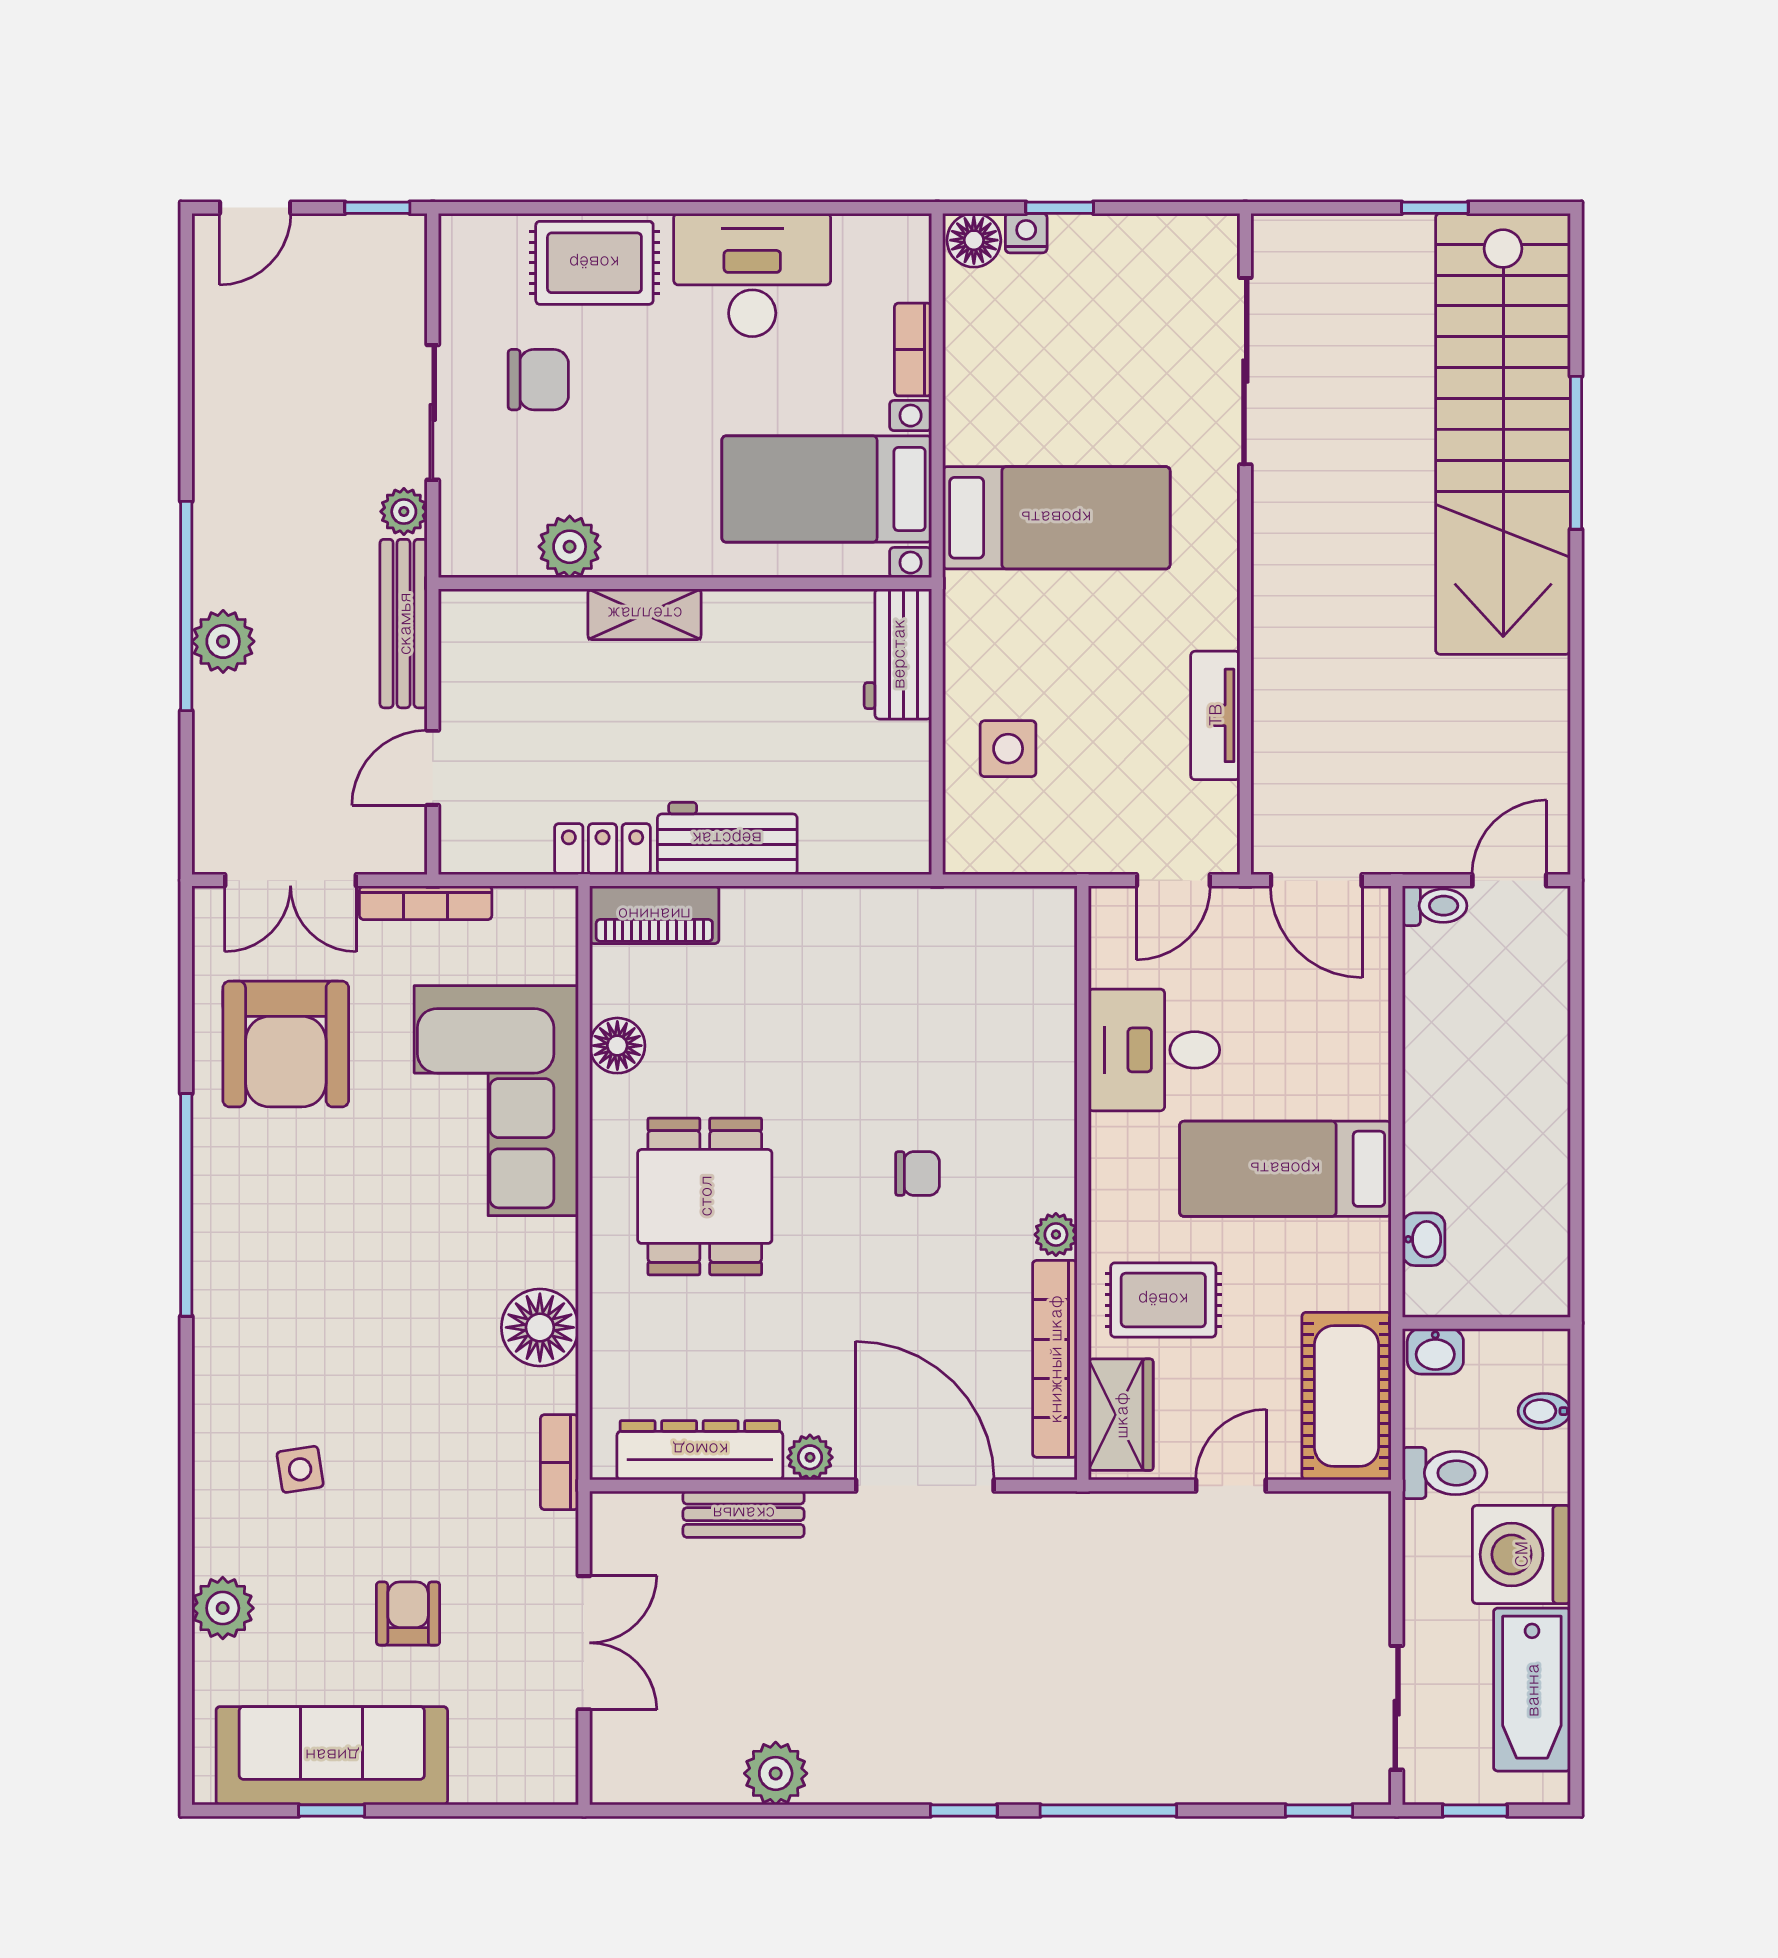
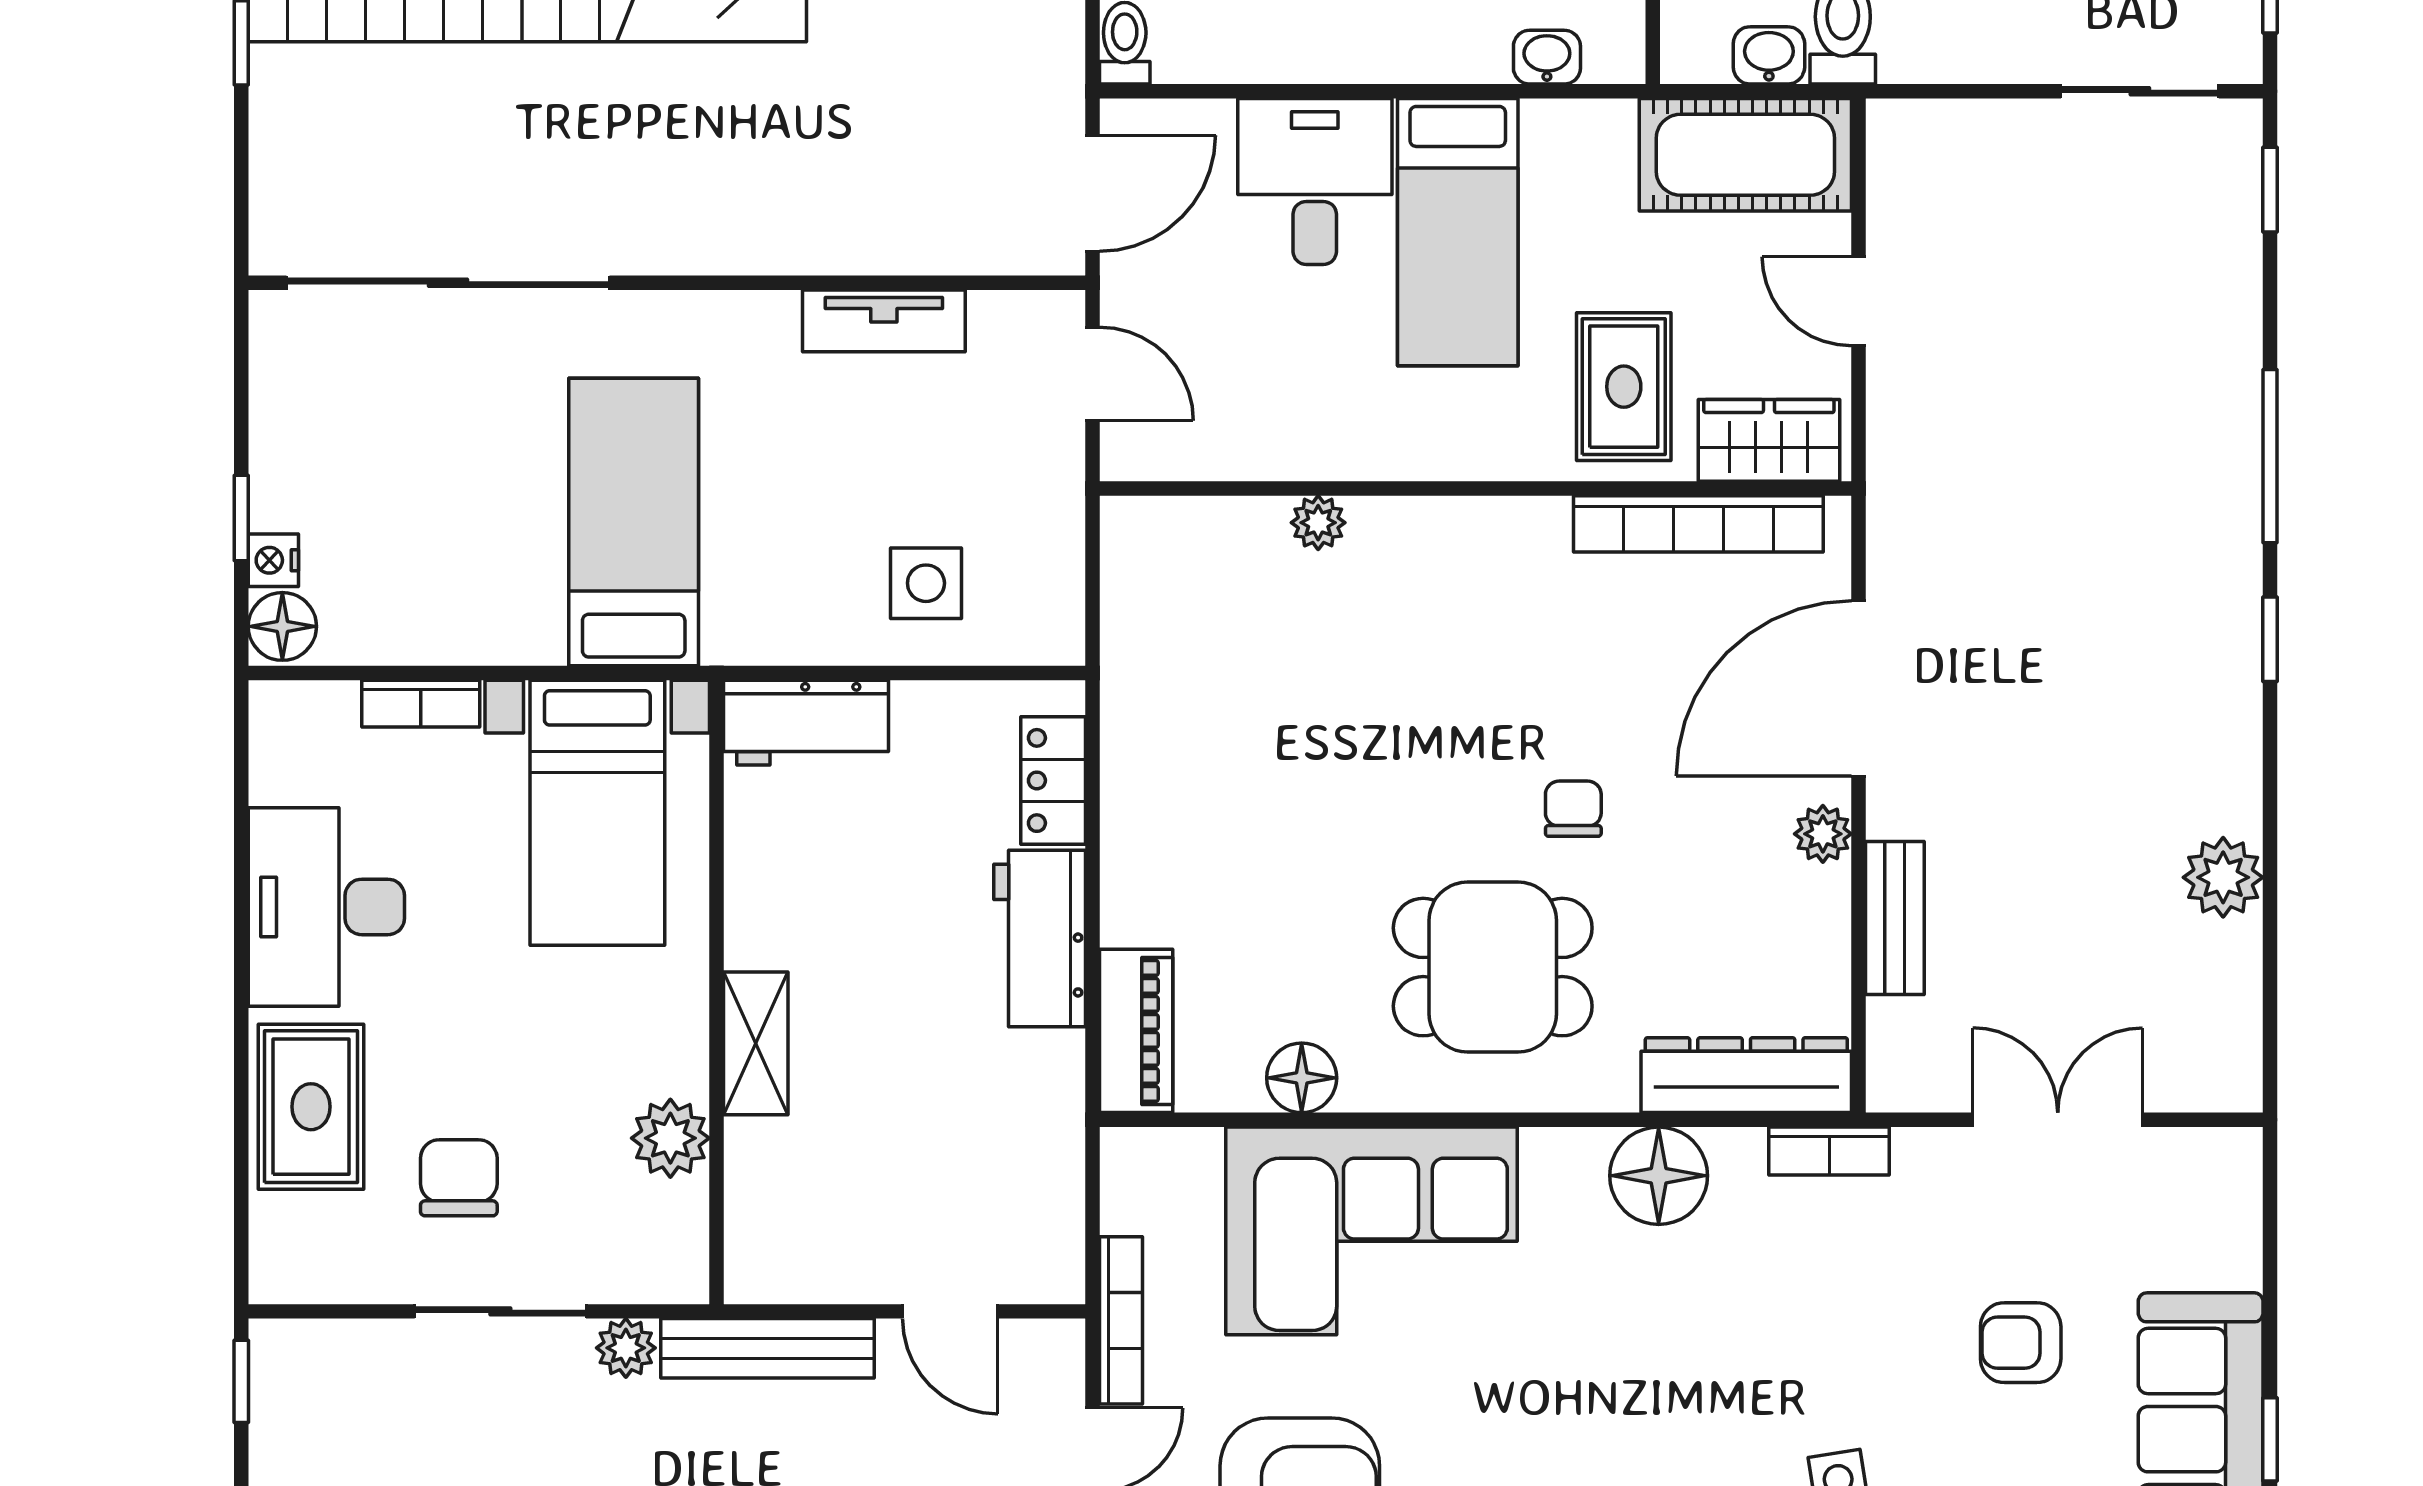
sliding door: (1245, 371) -> (448, 283), width x1.36
locker: (602, 849) -> (1053, 780), moved
desk: (1154, 1050) -> (1315, 181), moved, turned 180
chair: (917, 1174) -> (1573, 809), moved
plant: (1056, 1235) -> (1318, 523), moved
washbasin: (1435, 1351) -> (1769, 55), moved, turned -90
dresser: (700, 1450) -> (1746, 1075), moved, turned 90

